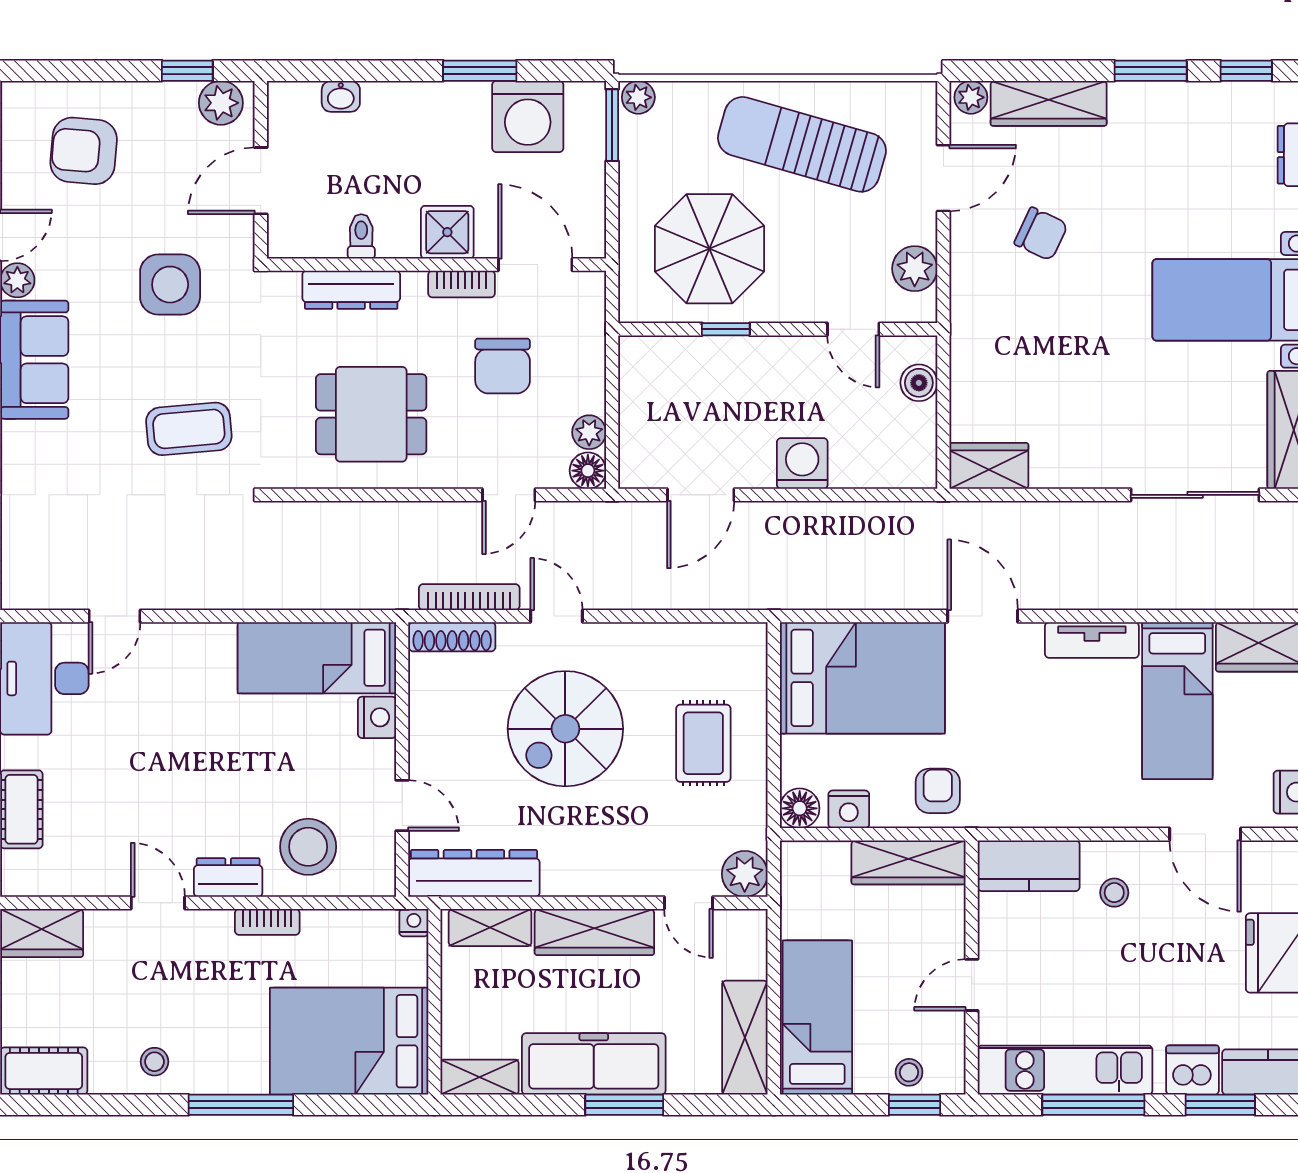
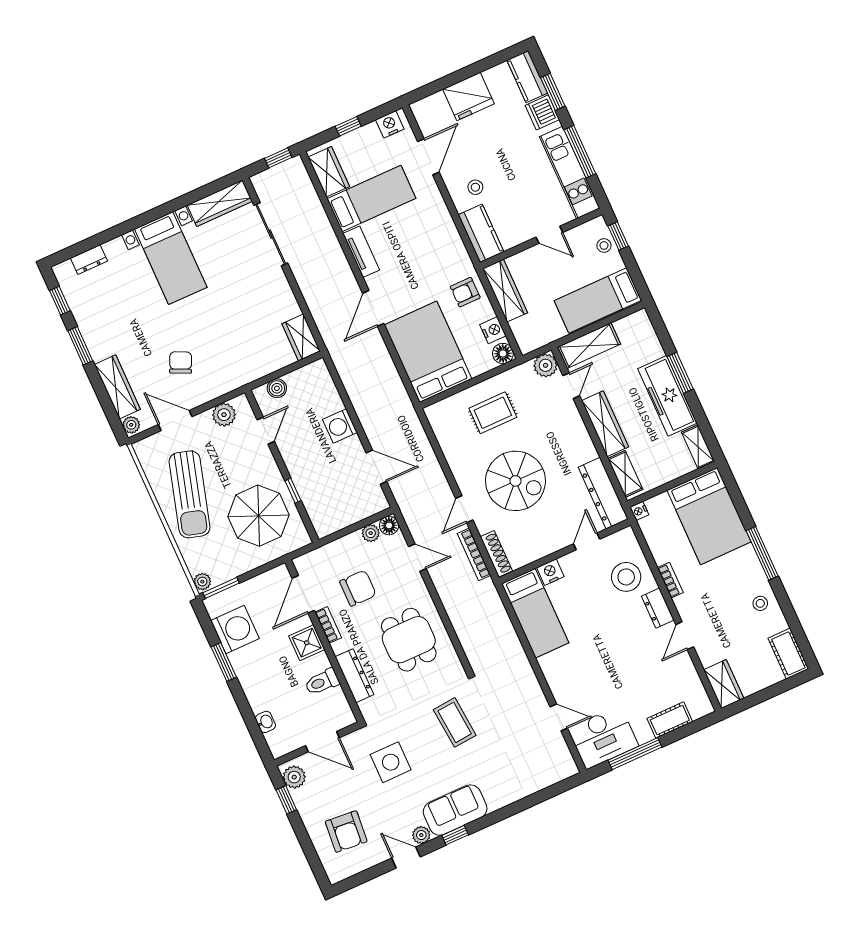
toilet: (361, 236) -> (322, 682), width x1.37, depth x1.39
shelving: (745, 1038) -> (589, 346), moved

